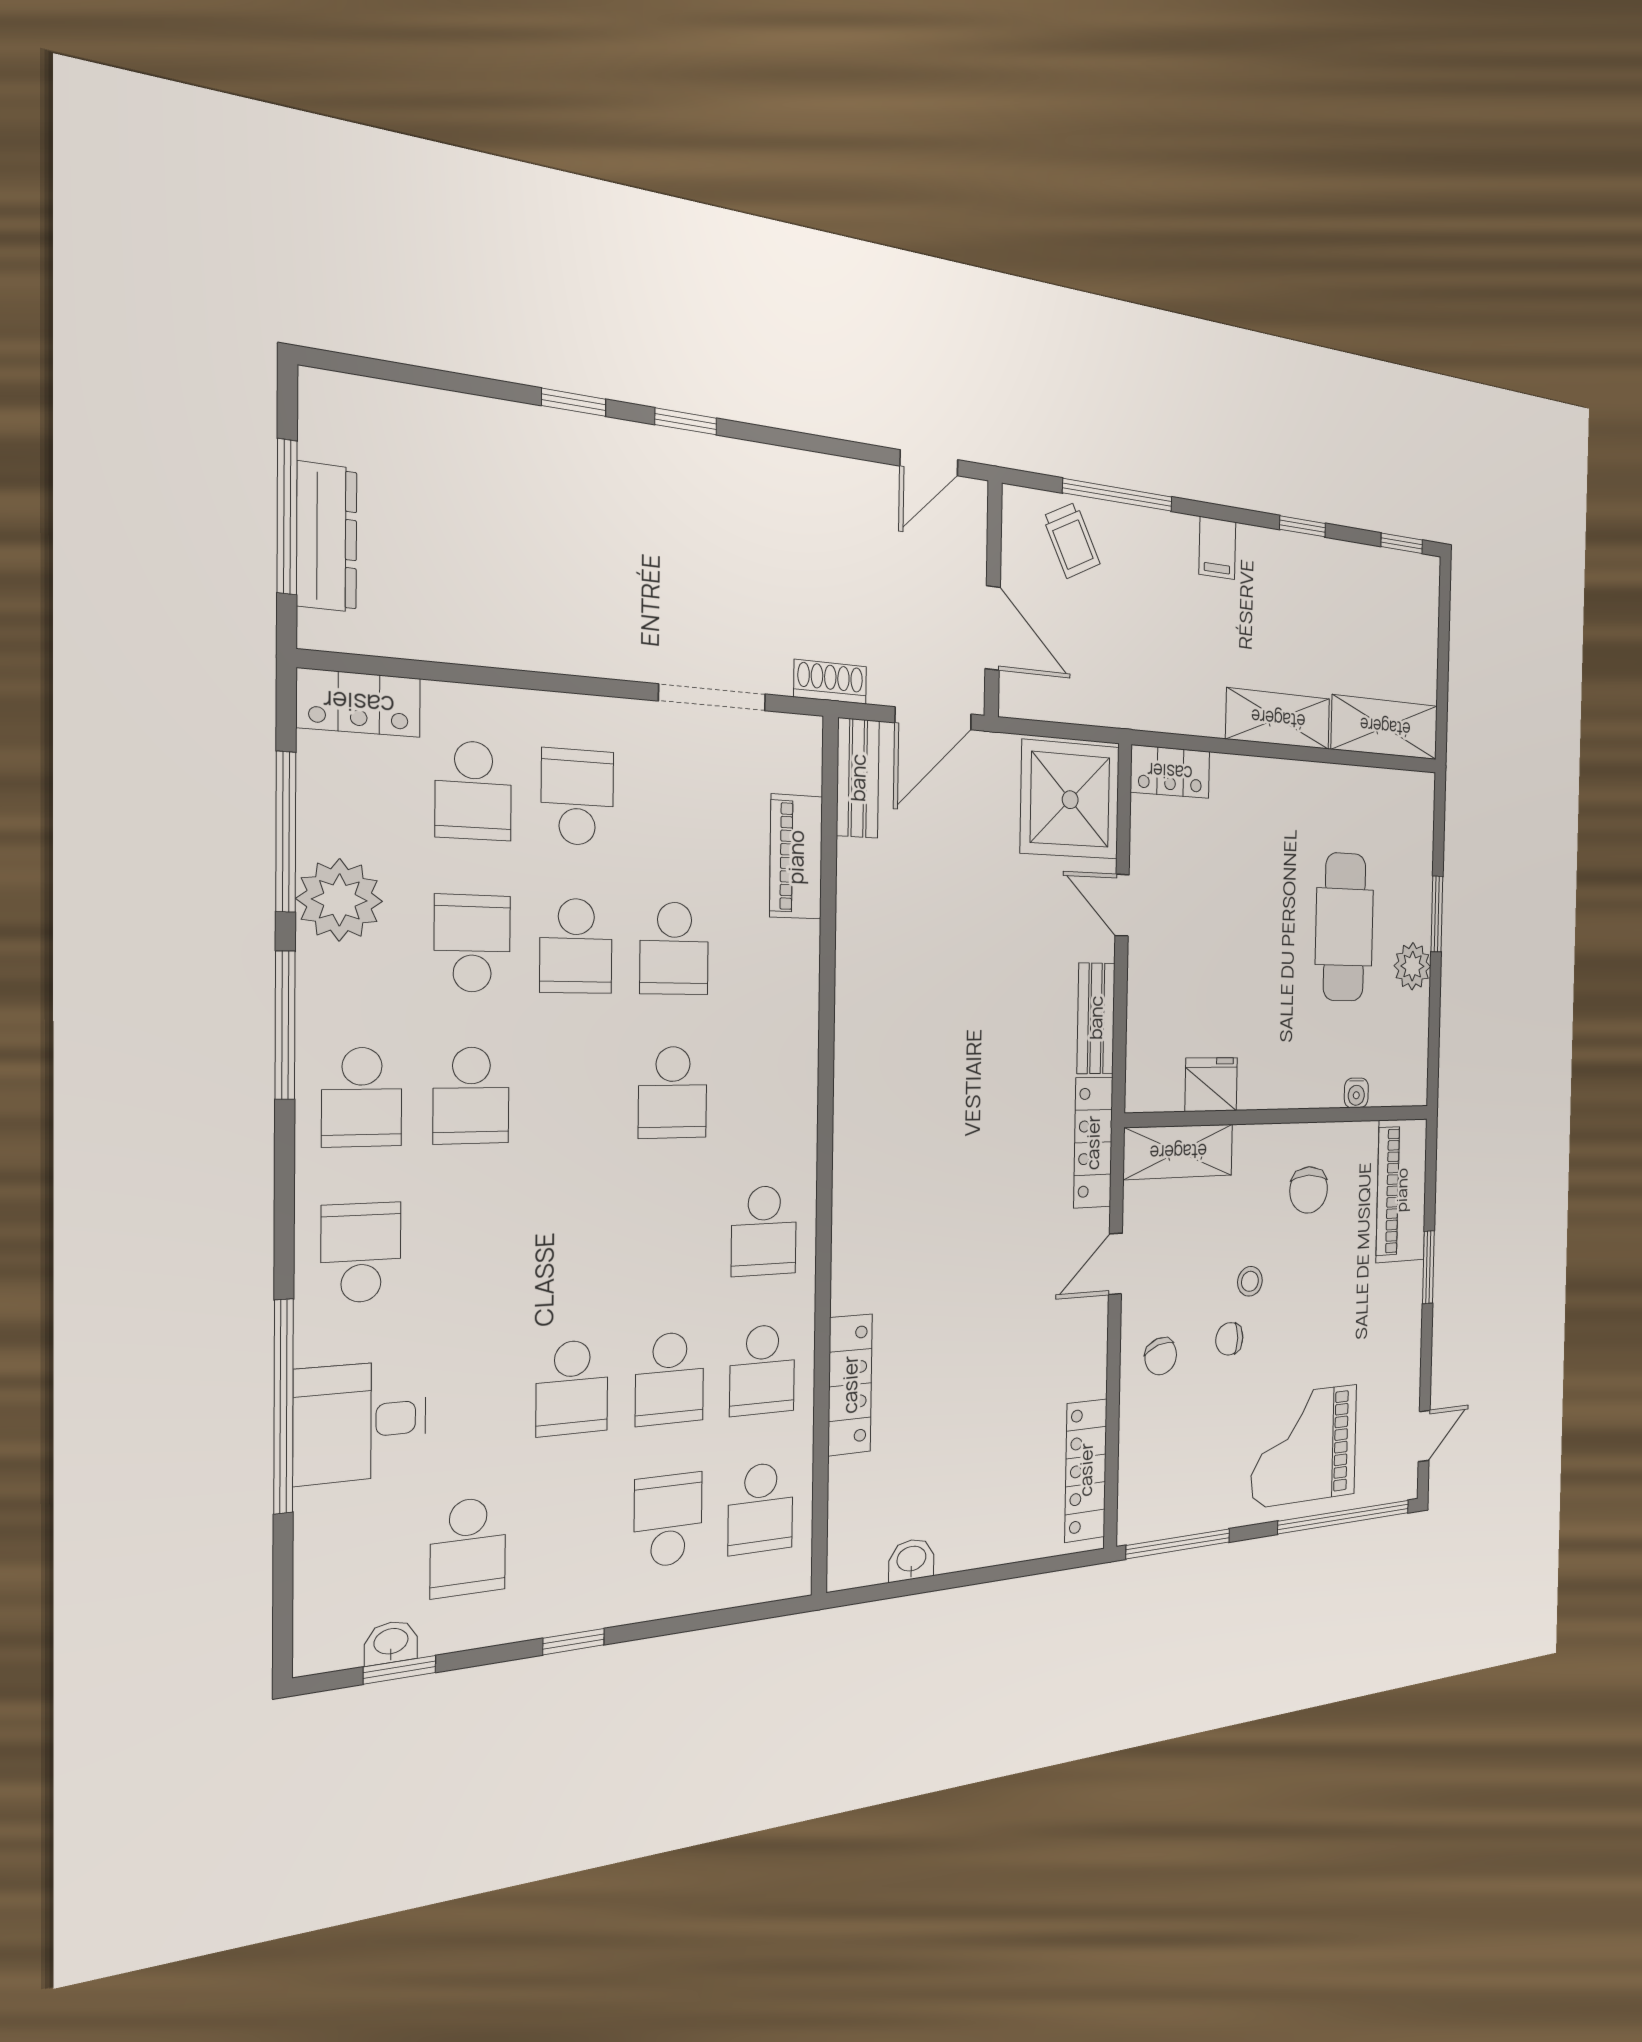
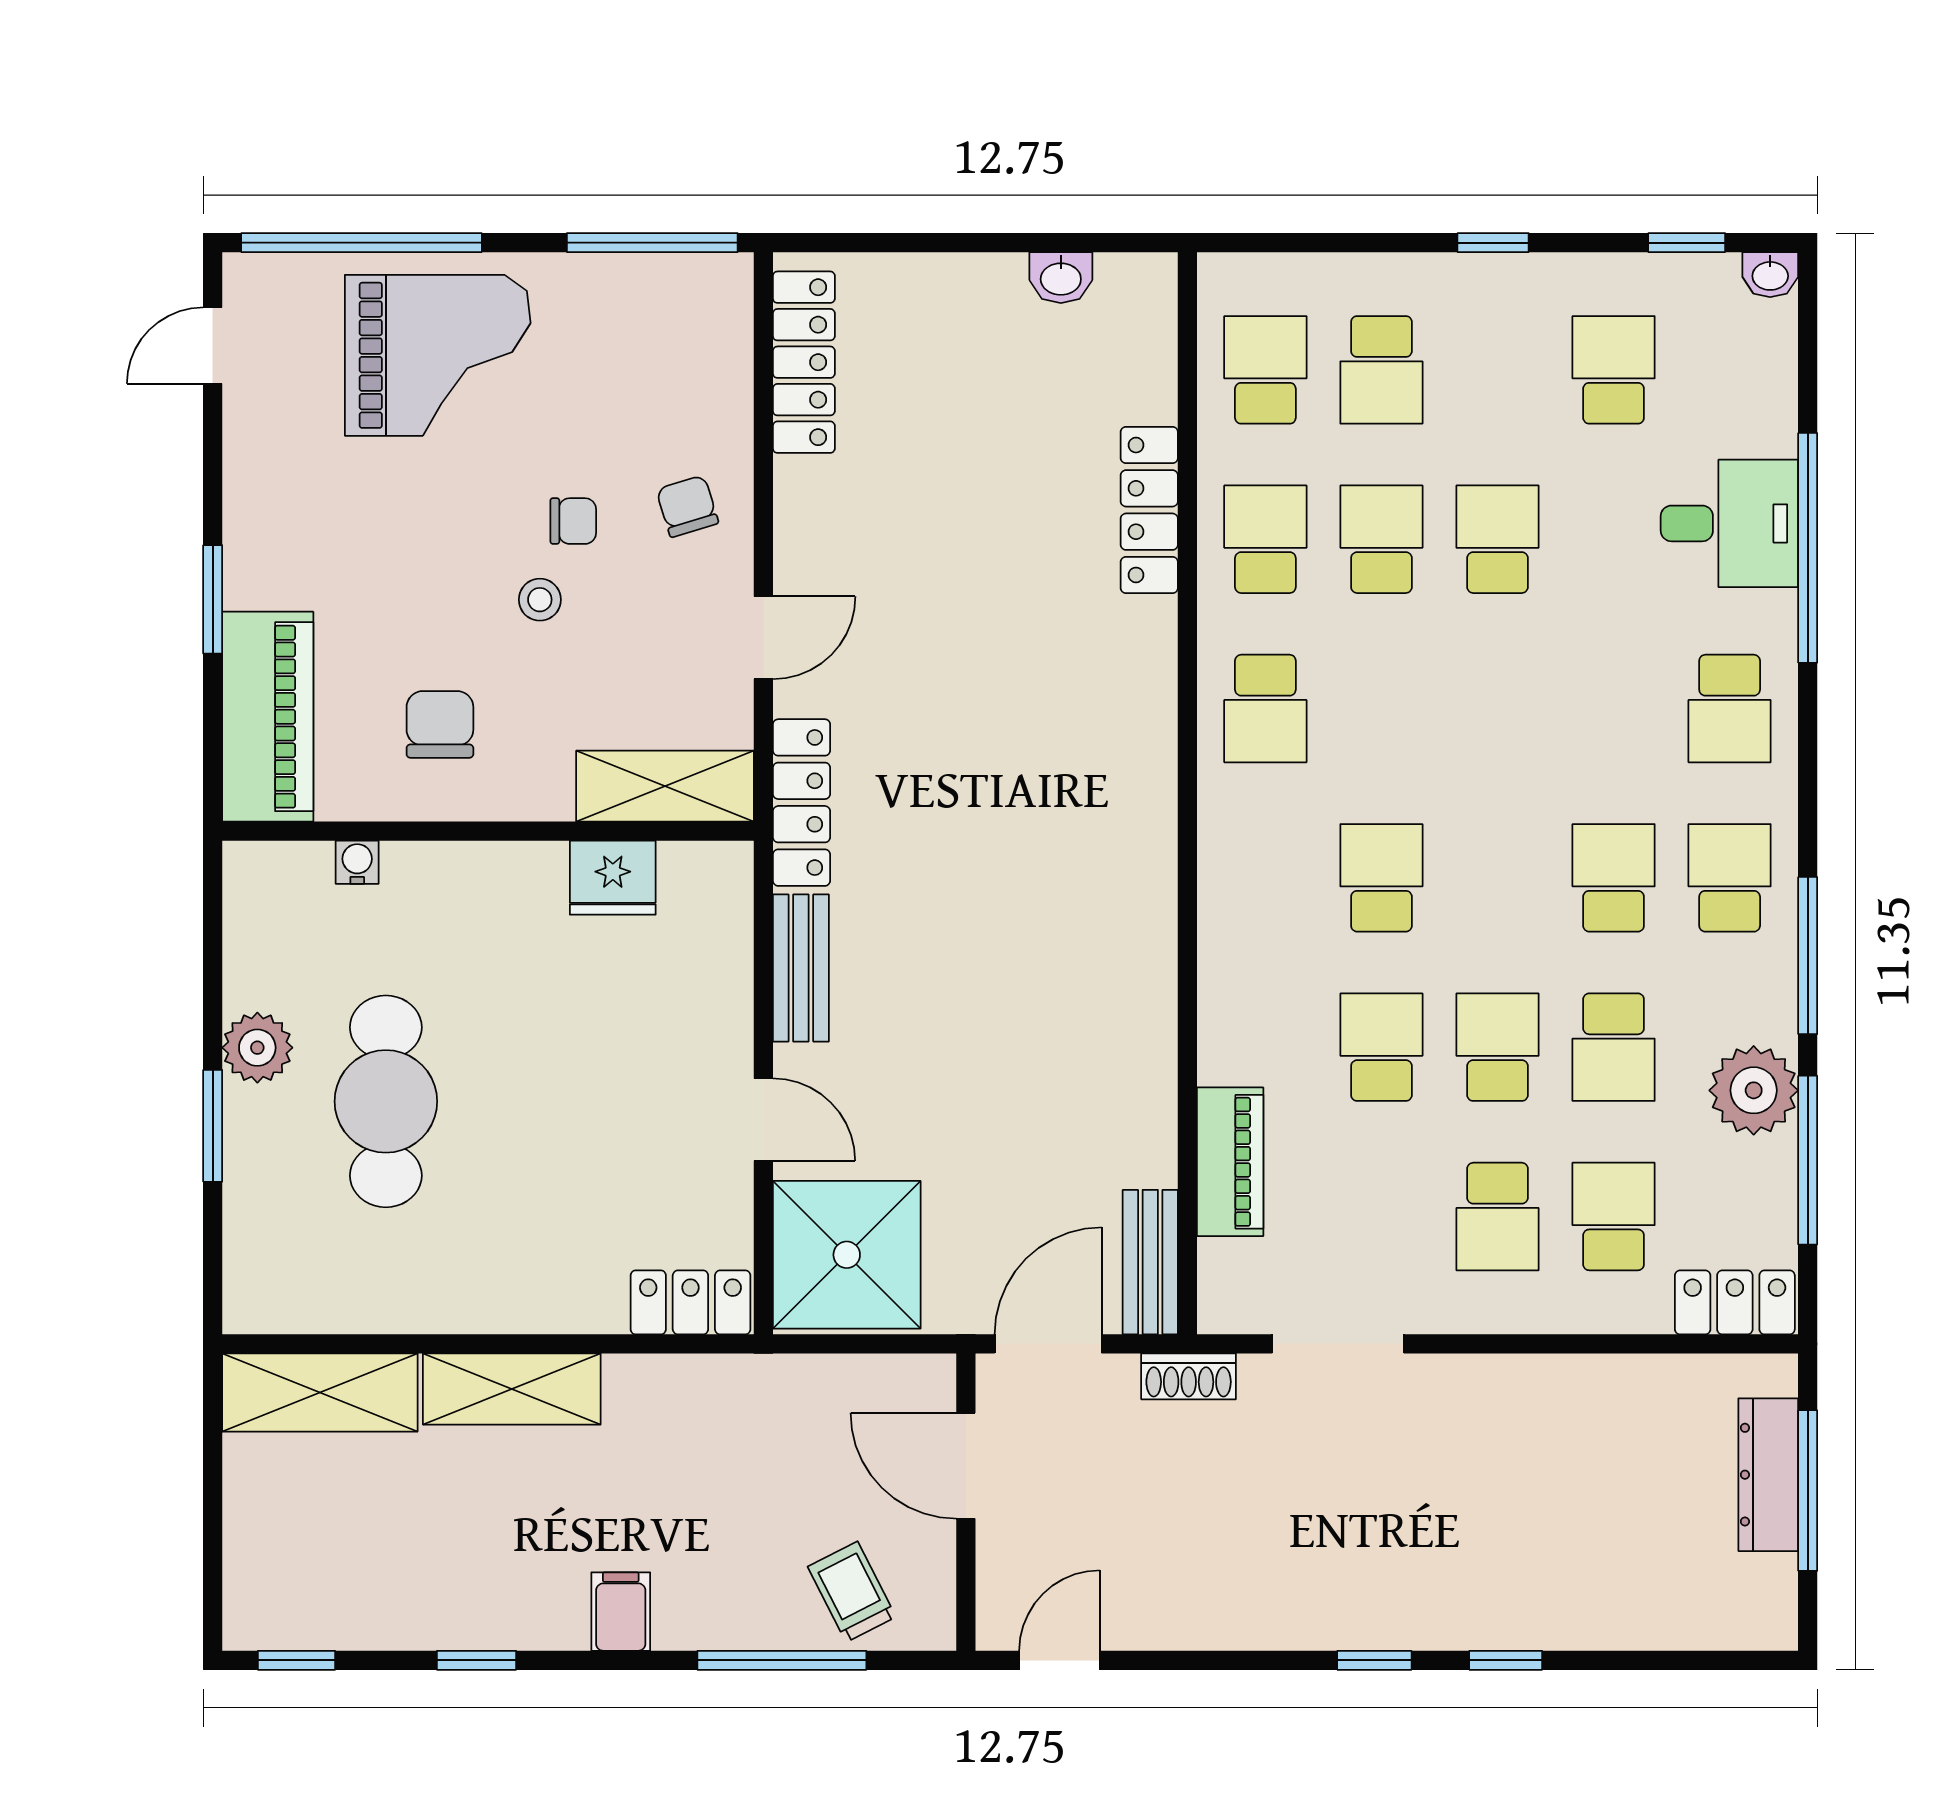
school desk: (764, 1231) -> (1265, 709), turned 180
washbasin: (391, 1642) -> (1770, 275), moved

